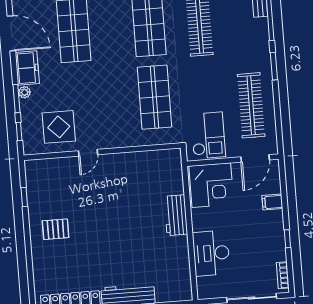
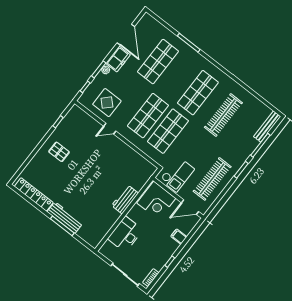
shop shelf: (117, 100) -> (148, 116), added

